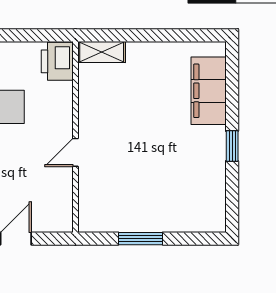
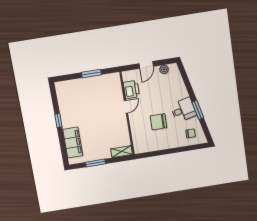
window: (165, 35) -> (95, 163), added
printer: (57, 61) -> (131, 90), moved

